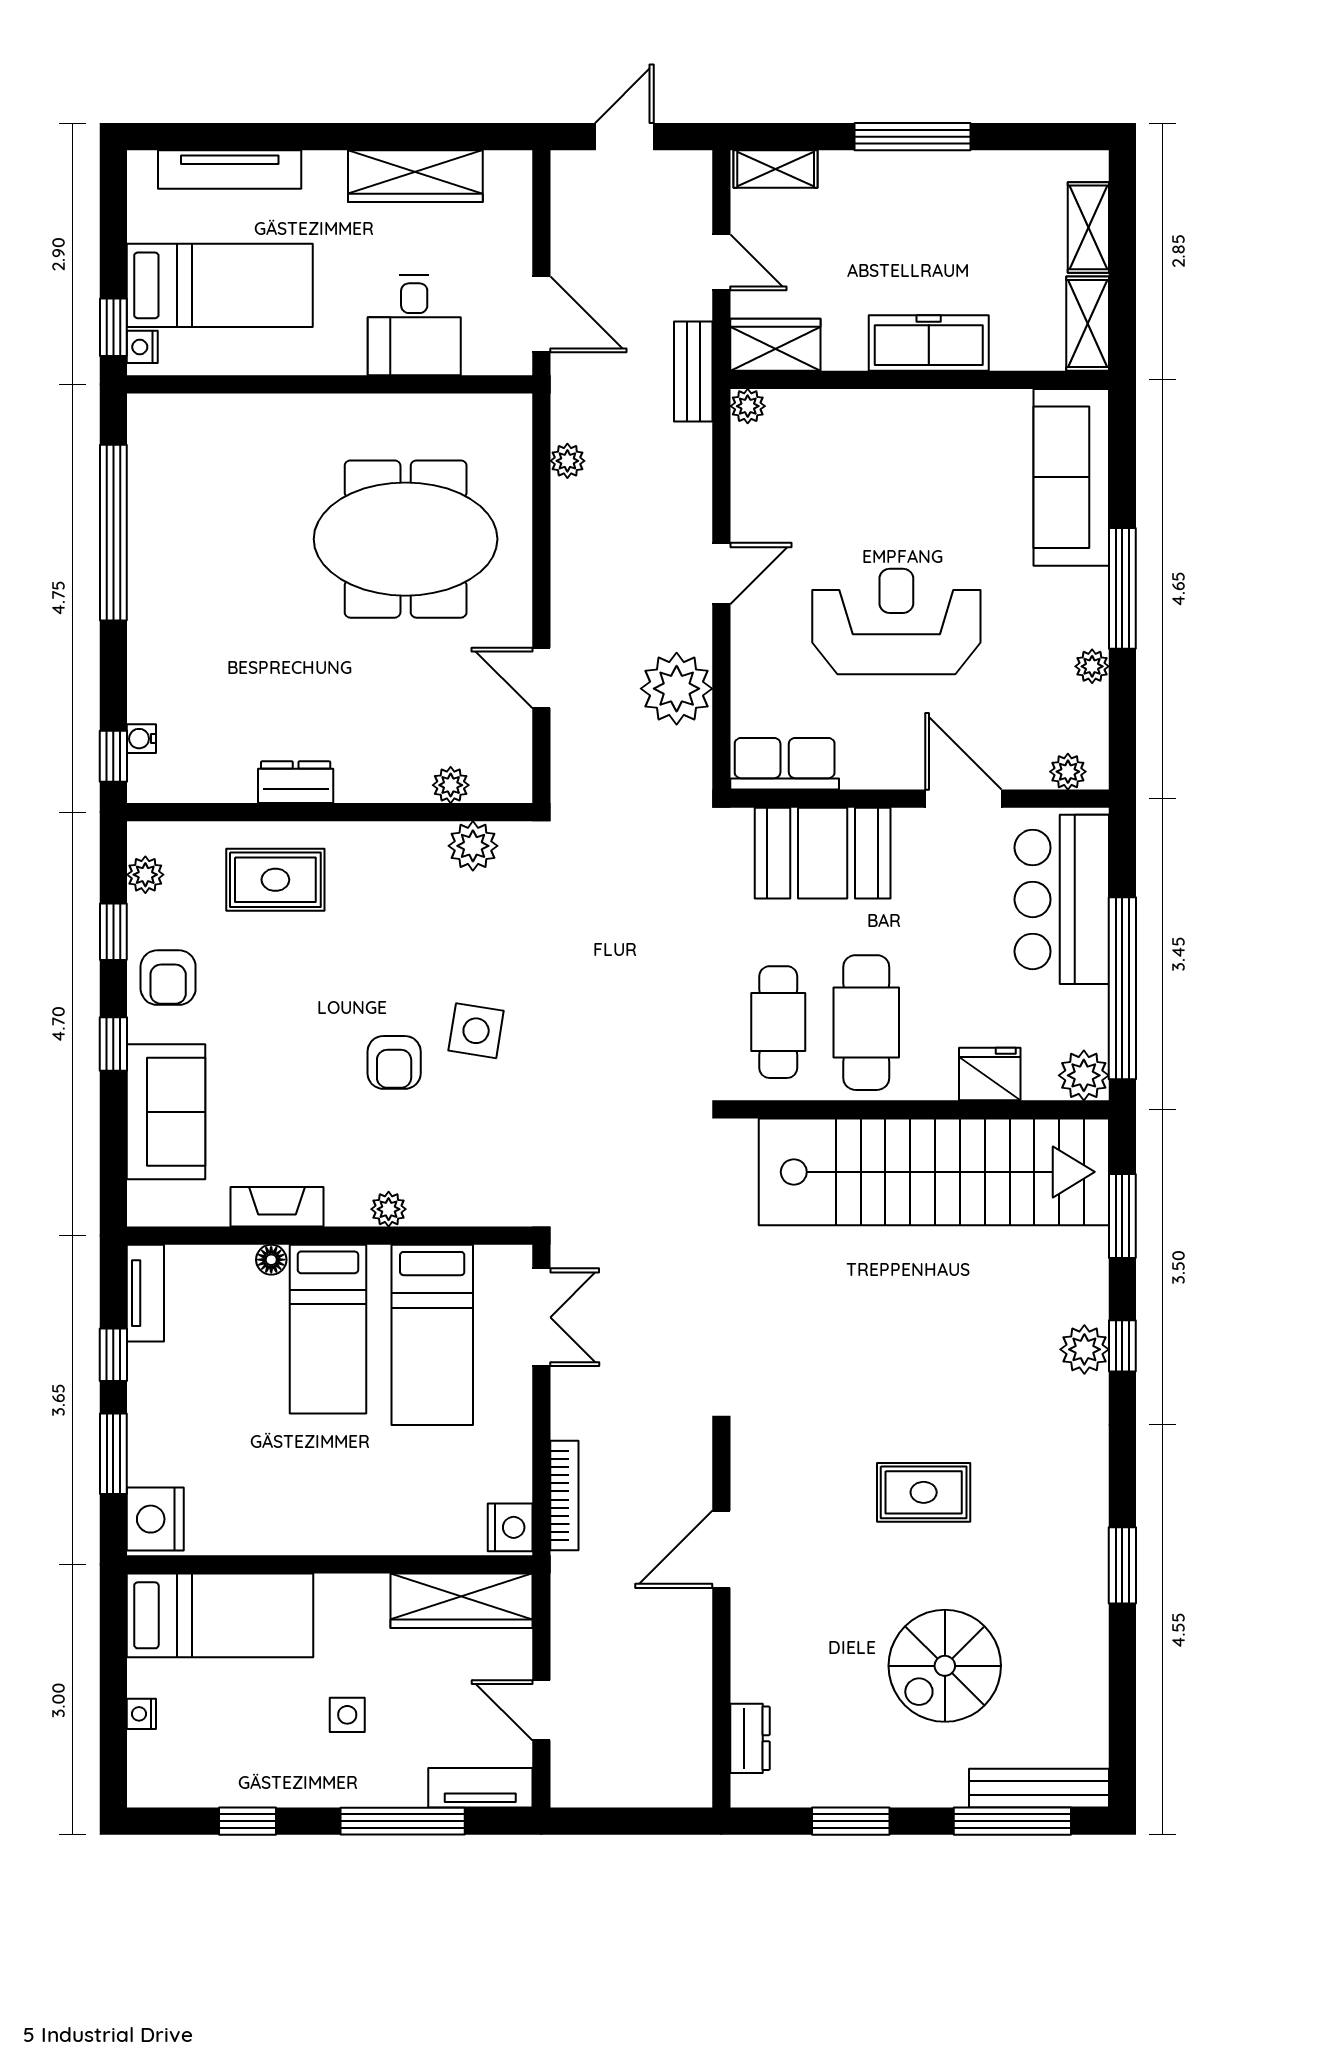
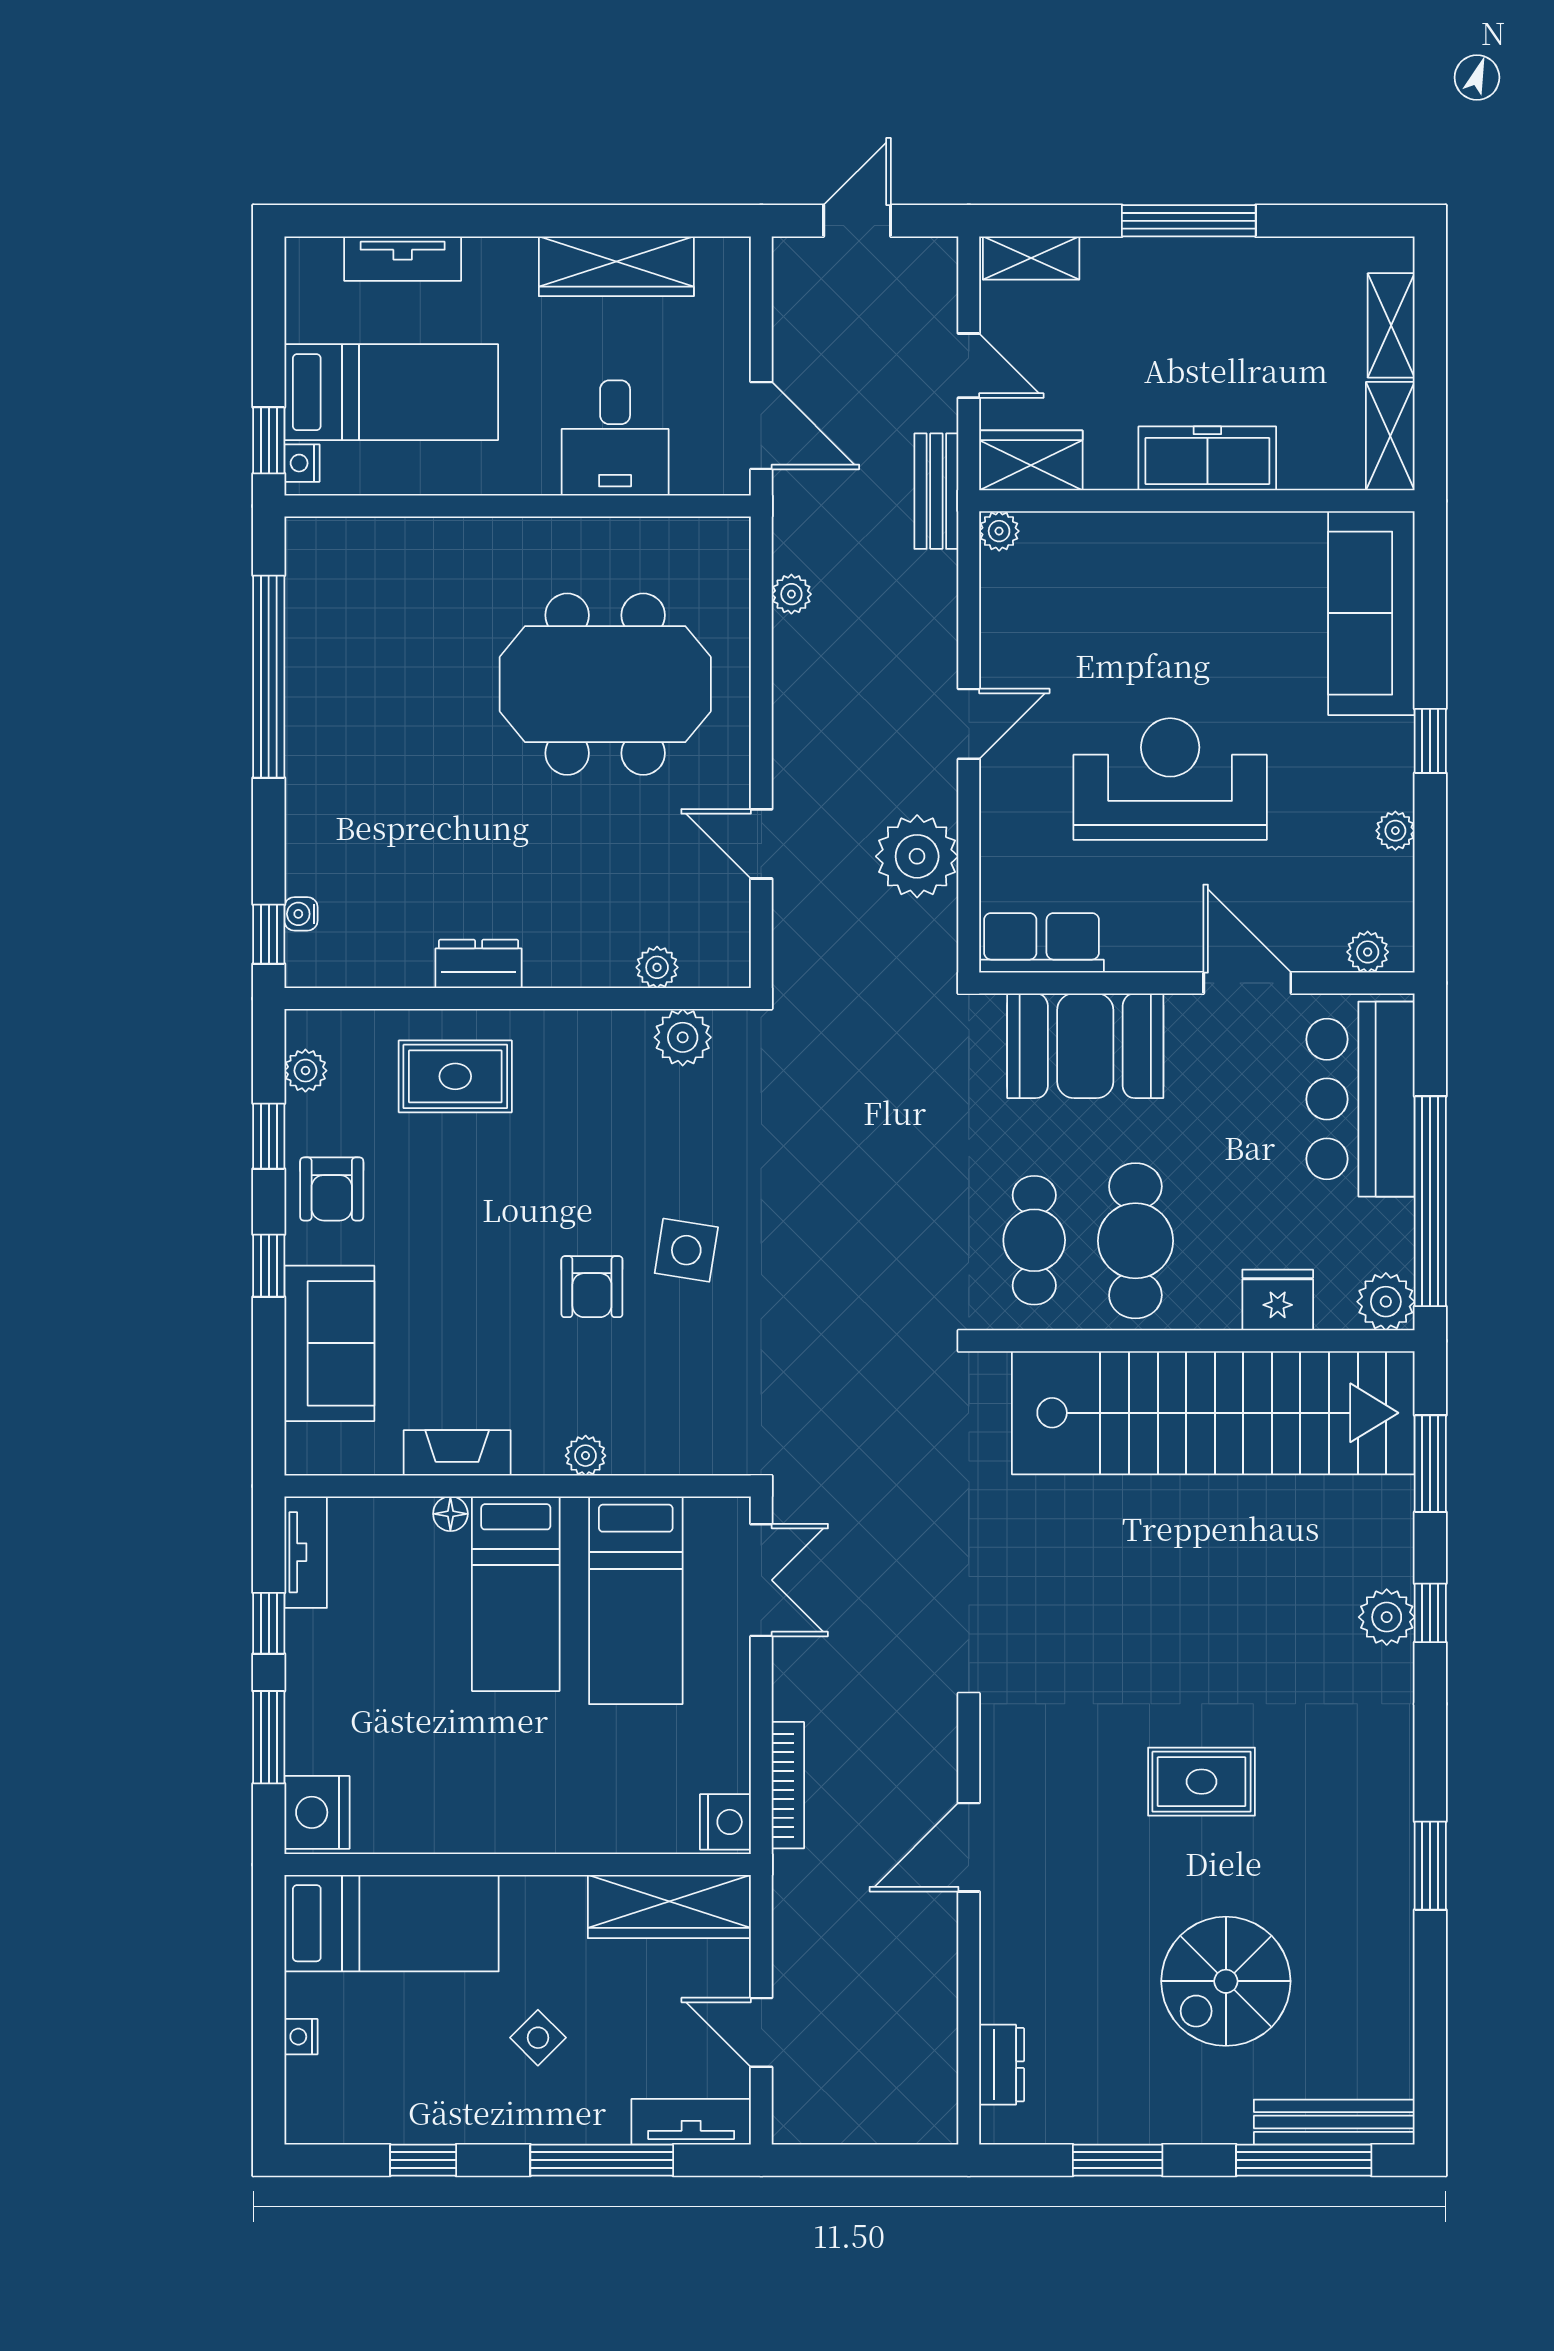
tv unit: (230, 169) -> (403, 259), width x0.71
window: (1122, 588) -> (1430, 741), width x0.46
side table: (347, 1715) -> (538, 2038), turned 45

